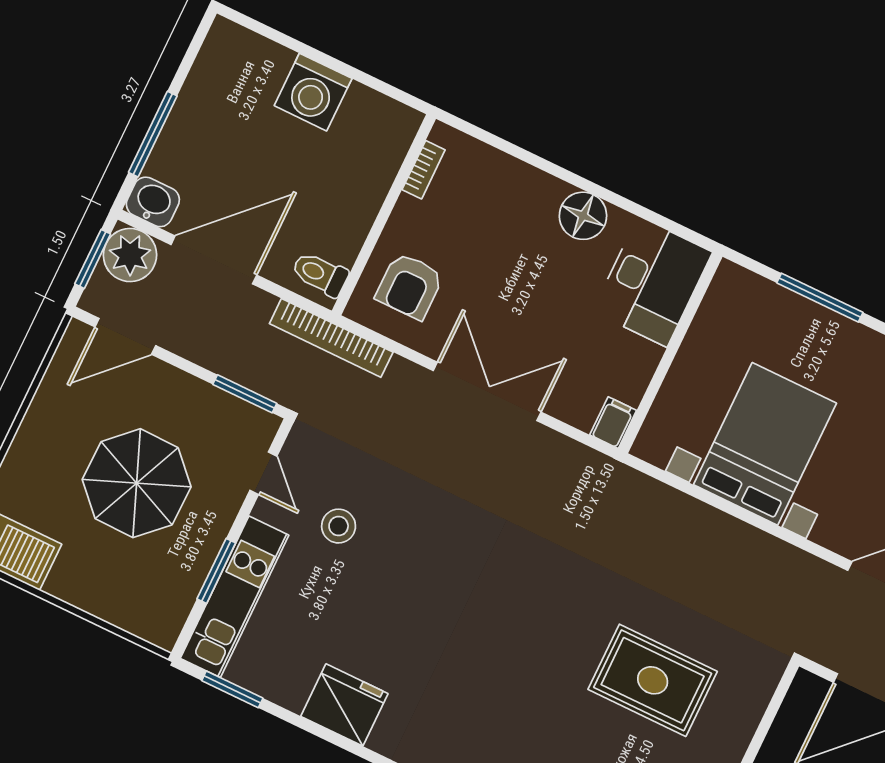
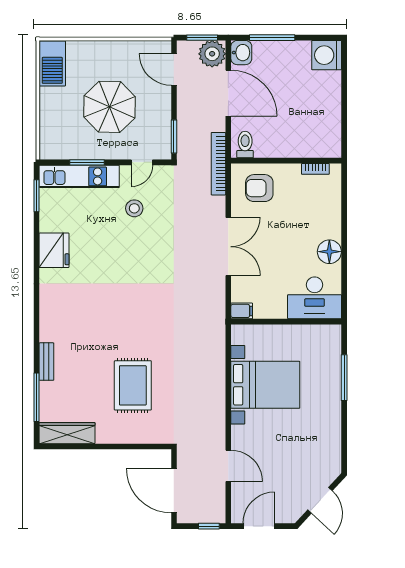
washing machine: (313, 92) -> (327, 55), moved

